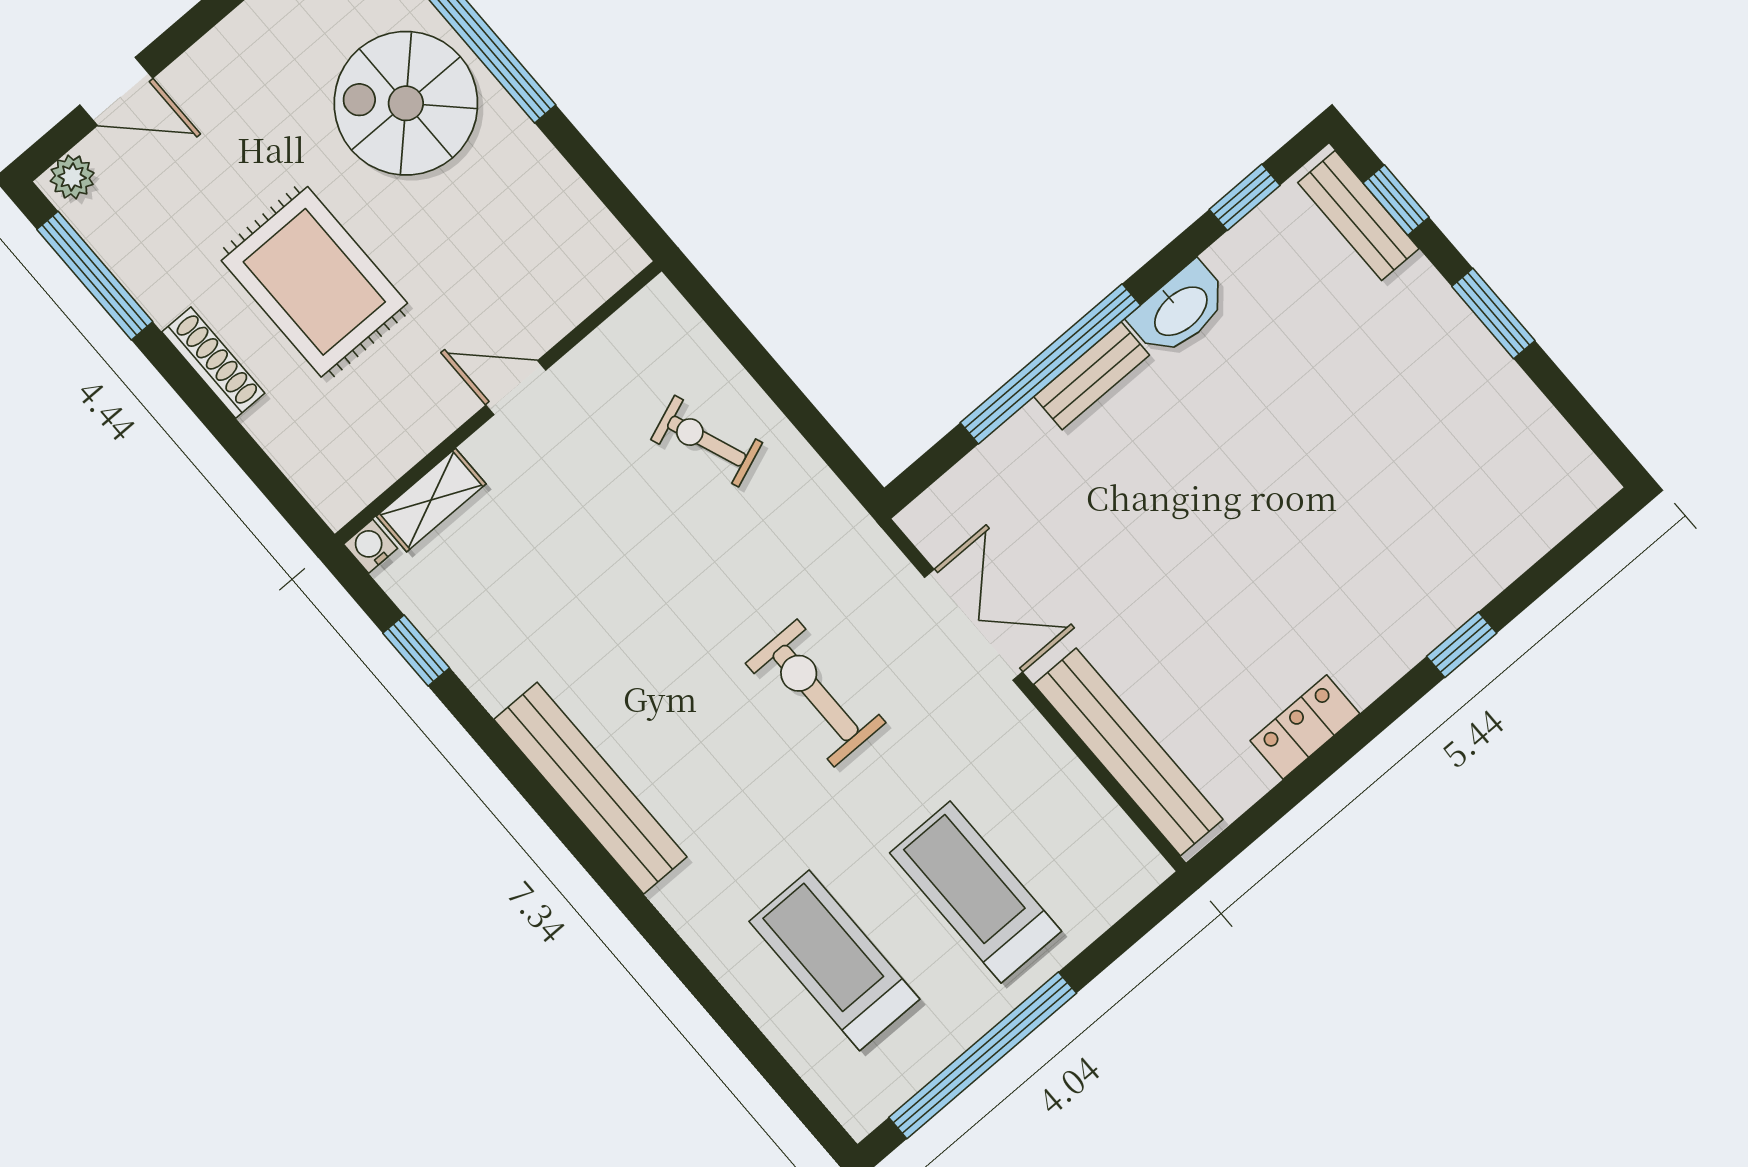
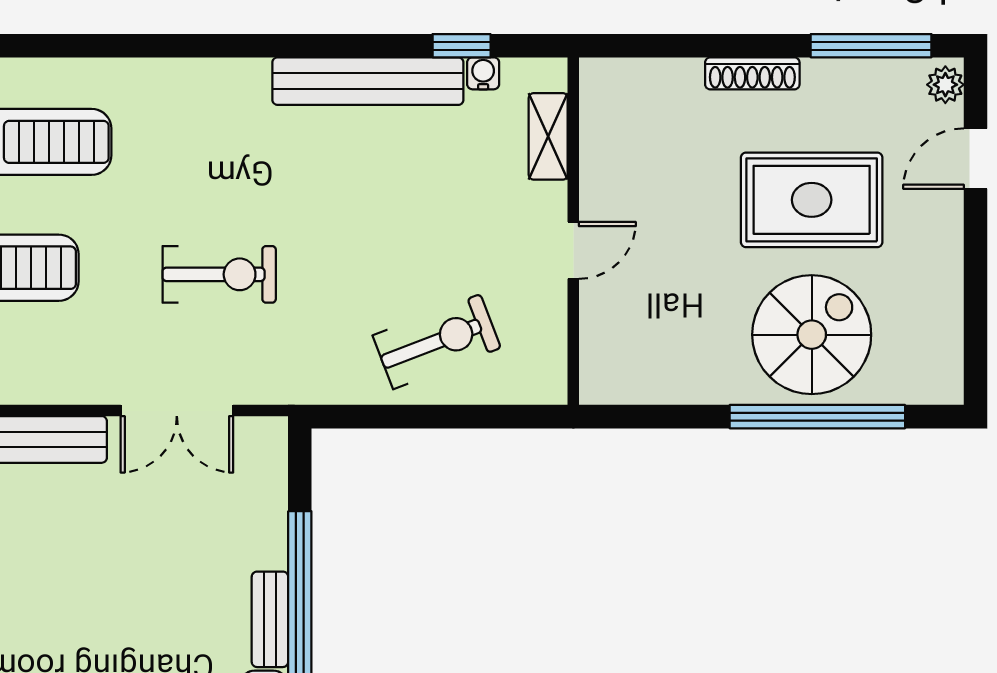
rug: (314, 282) -> (812, 200), moved
exercise bike: (707, 441) -> (437, 342), width x1.38, depth x1.39
water cooler: (371, 546) -> (483, 73), moved, turned -90
bench: (590, 788) -> (368, 81), moved

